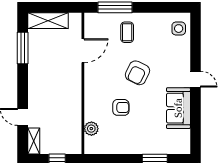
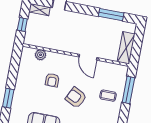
shelving: (48, 21) -> (126, 48), moved
door: (83, 51) -> (88, 57), moved

